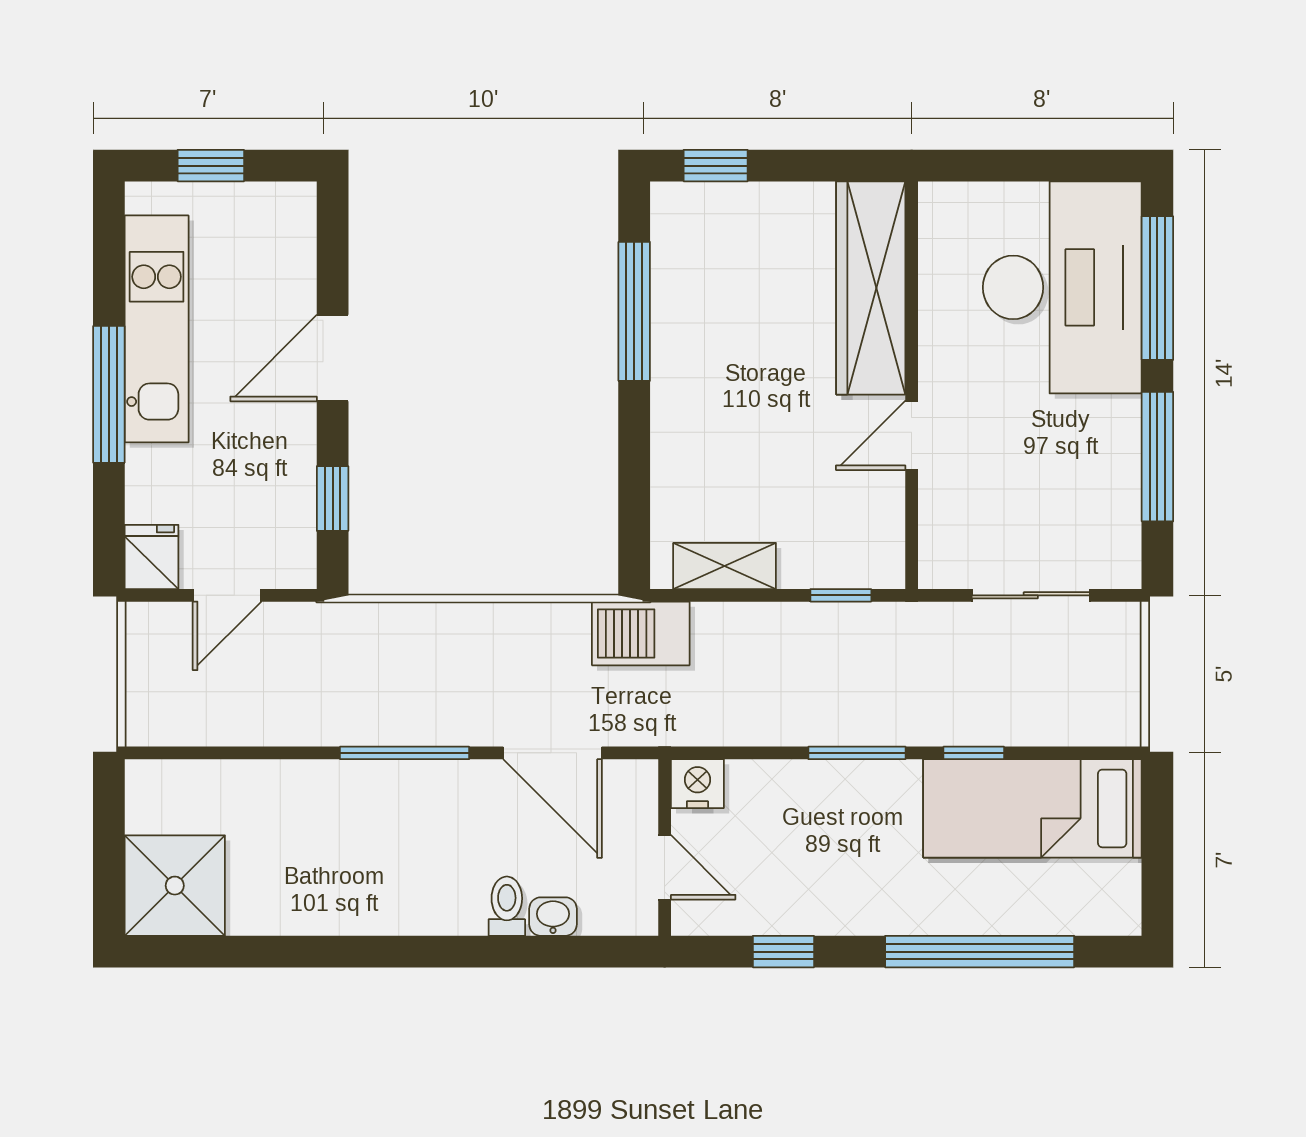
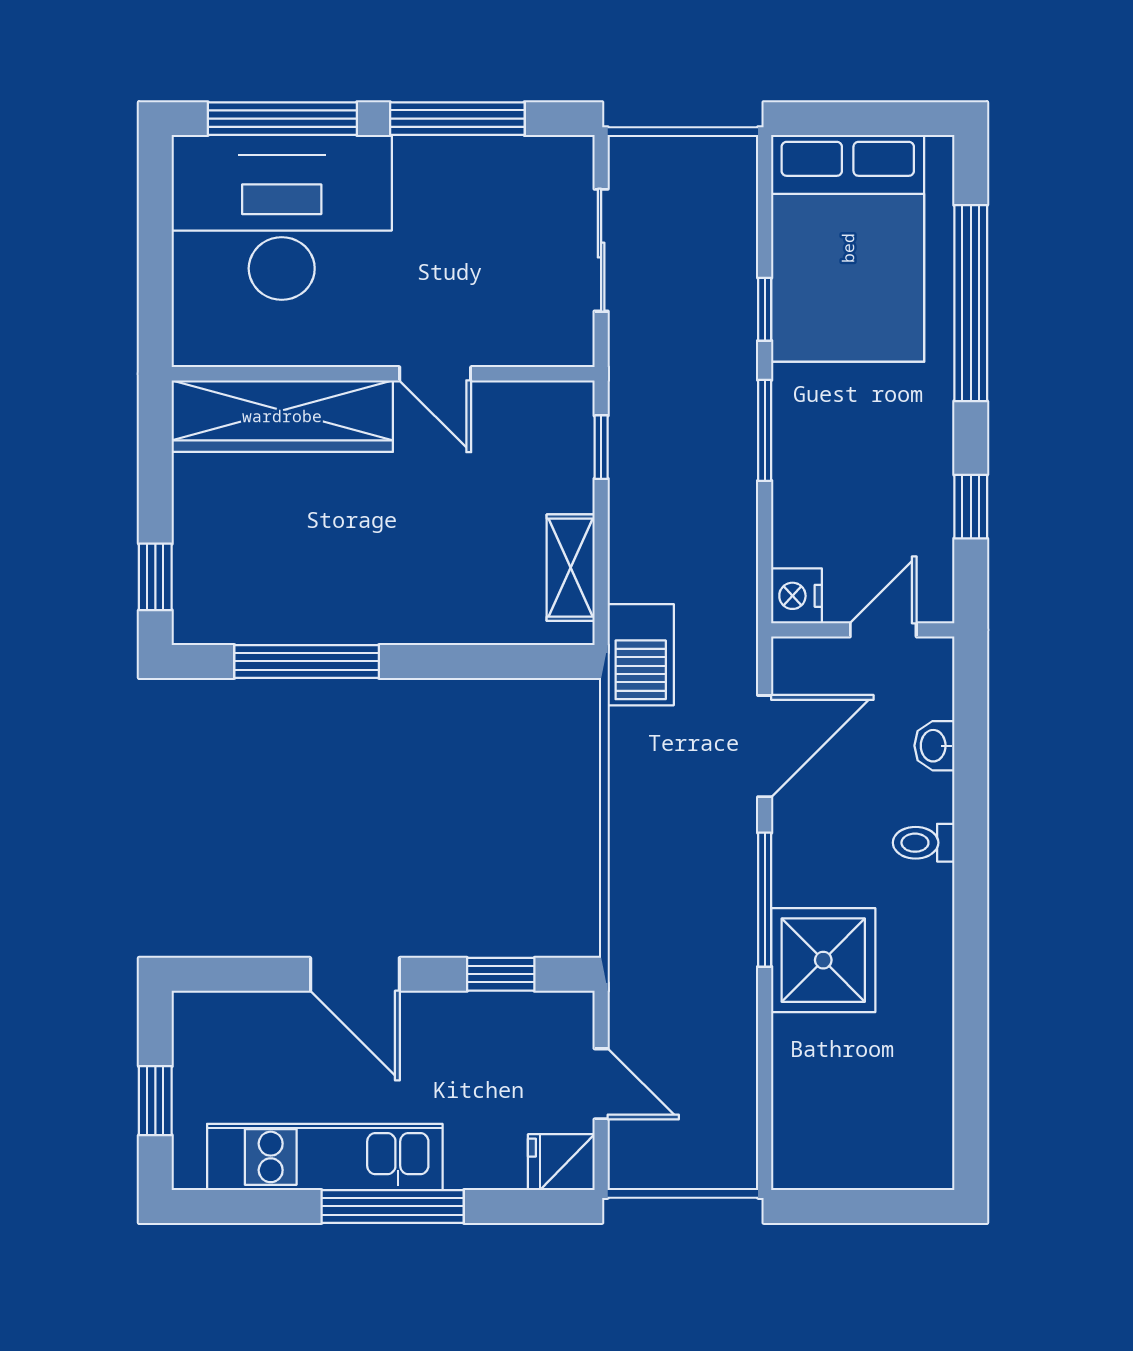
bed: (1032, 808) -> (848, 248), width x1.50
shower: (175, 886) -> (823, 960), moved
toilet: (507, 906) -> (924, 843), moved

